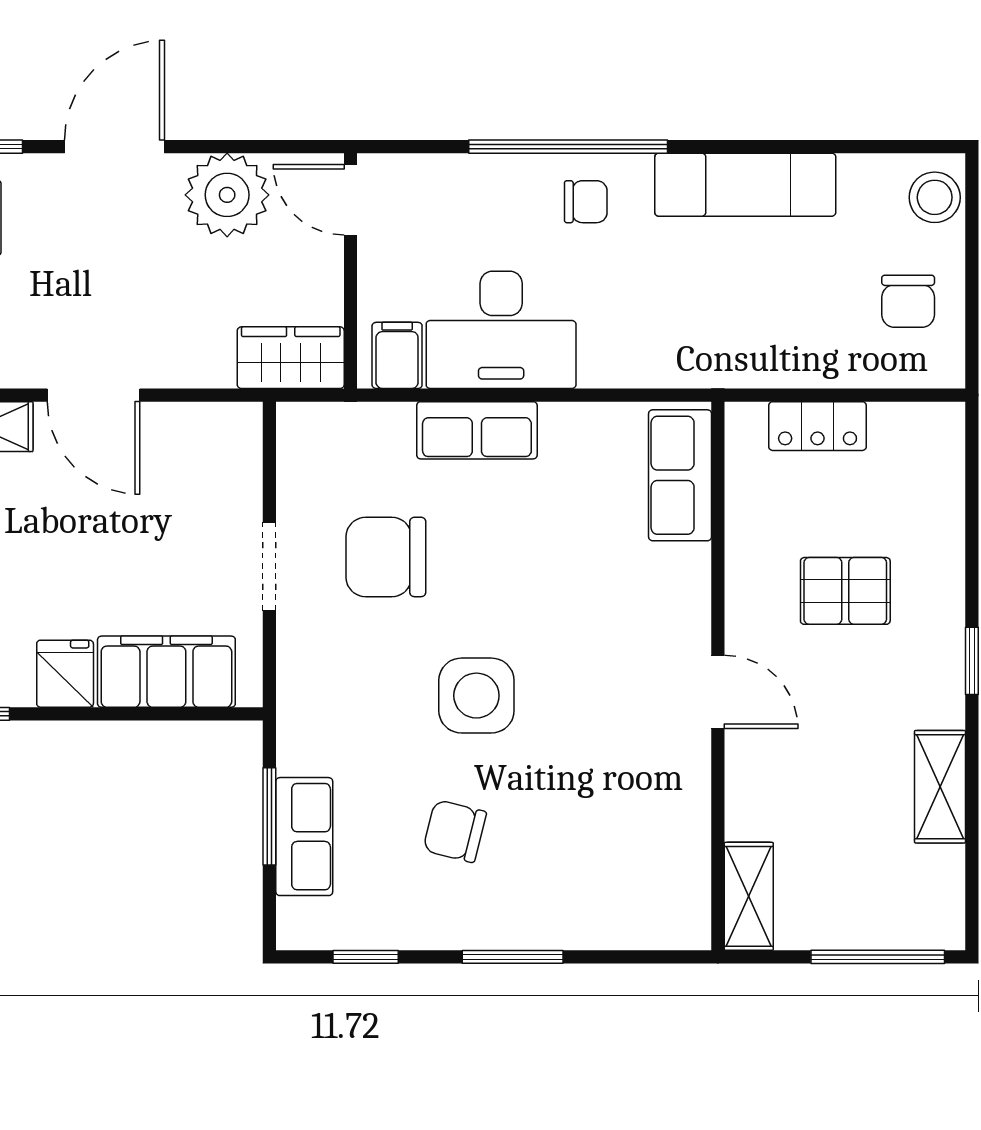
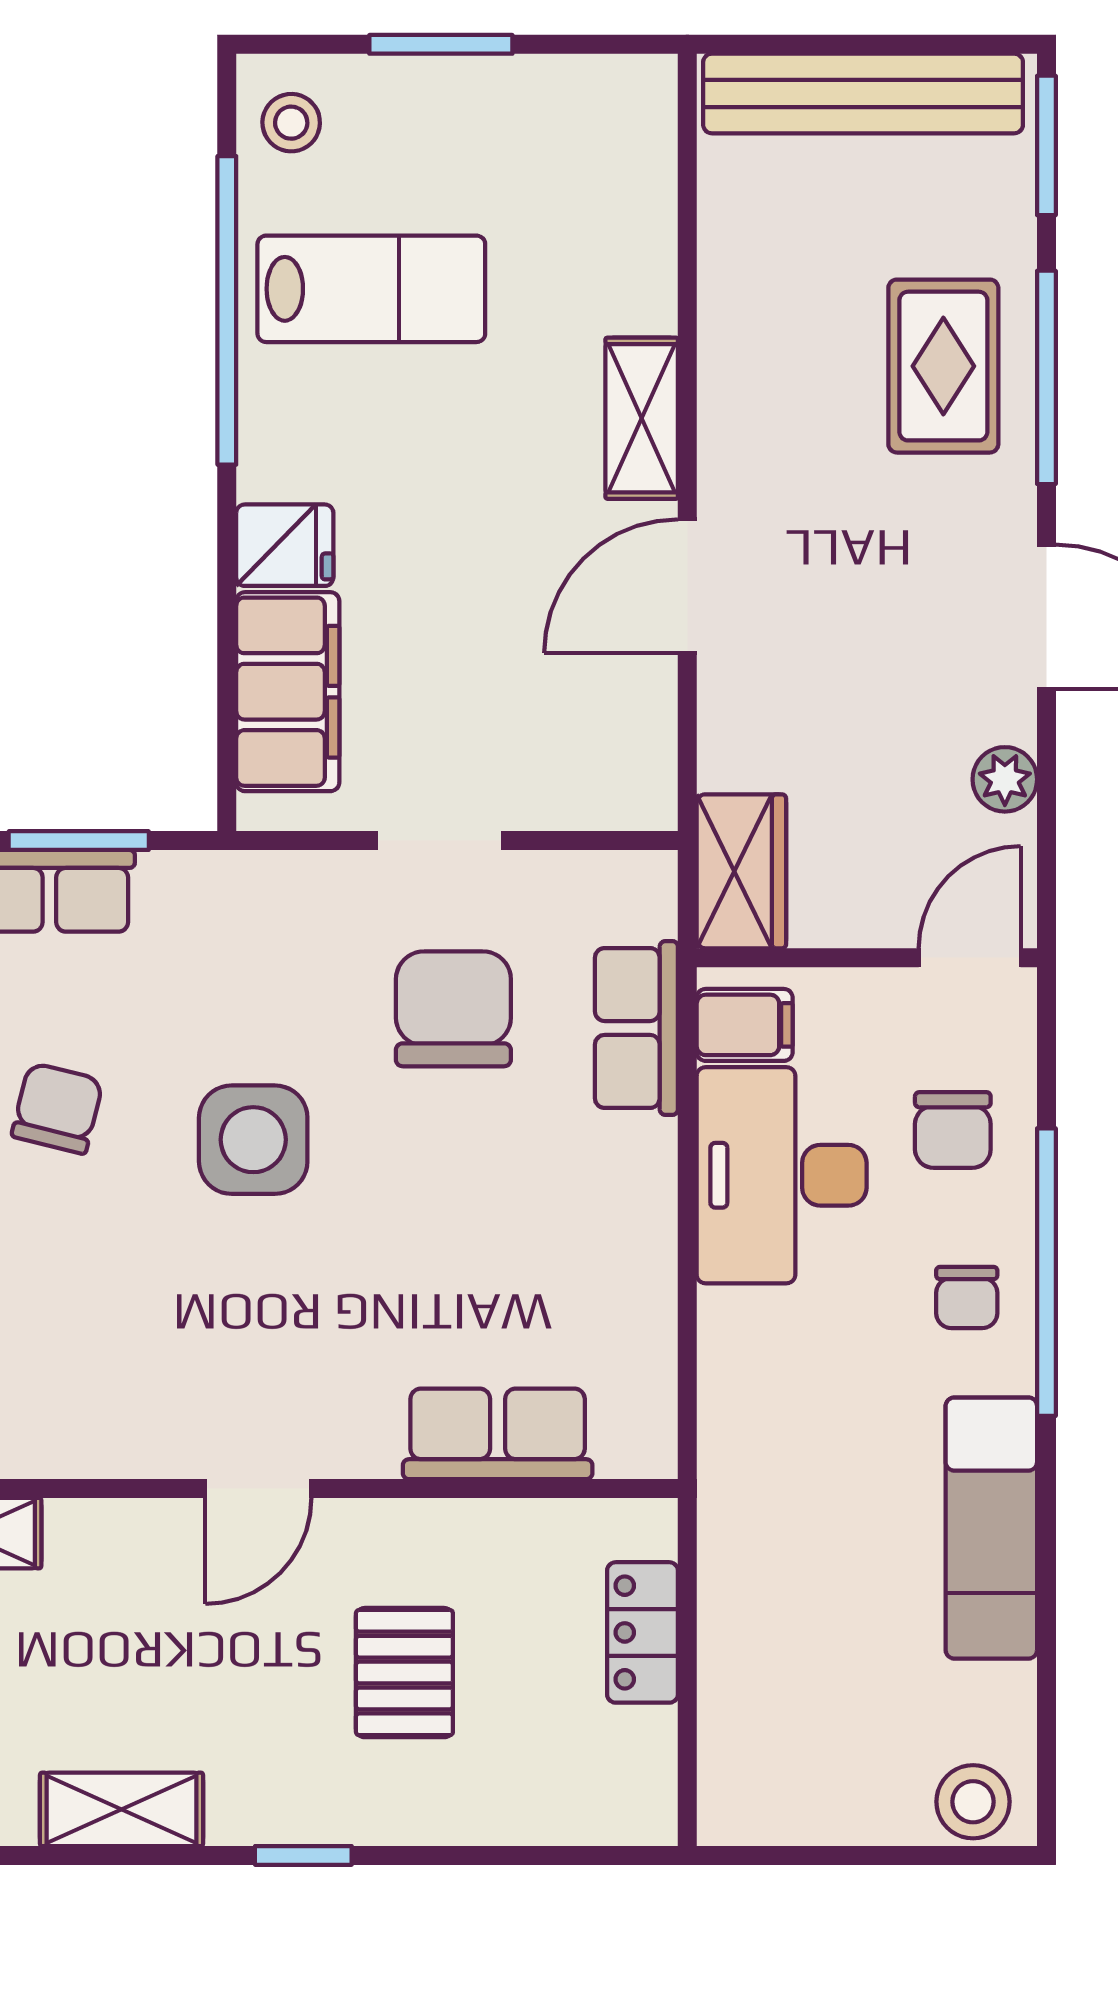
plant: (227, 195) -> (1005, 779), width x0.53, depth x0.53
chair: (908, 301) -> (953, 1130), moved, turned -90
row of seats: (477, 430) -> (636, 1028), moved
row of seats: (680, 475) -> (498, 1434), moved

